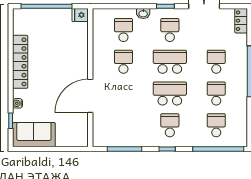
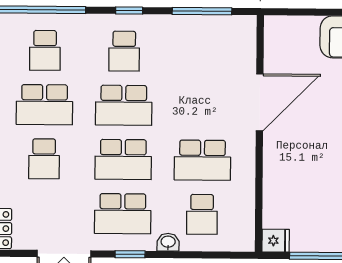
school desk: (170, 30) -> (123, 214), width x1.85
school desk: (123, 62) -> (202, 160), width x1.85
school desk: (216, 93) -> (44, 105), width x1.85

